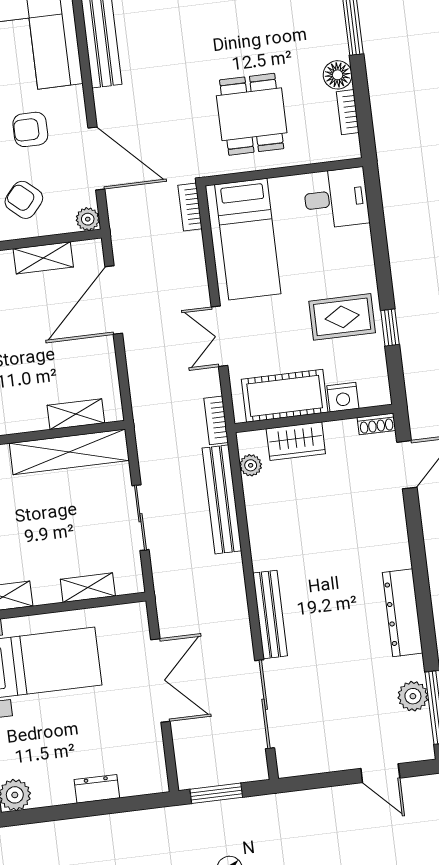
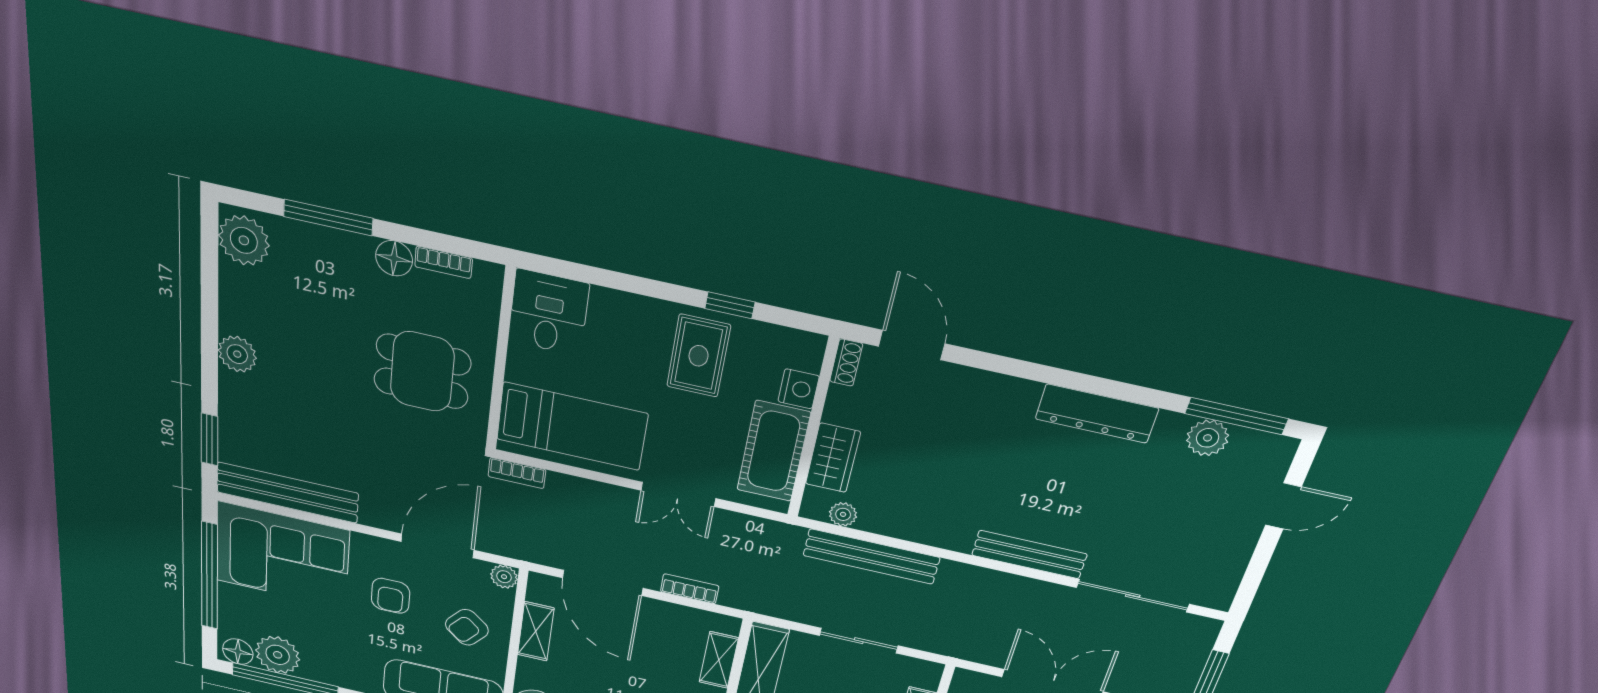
bookcase: (216, 420) -> (690, 589), moved, turned 180

